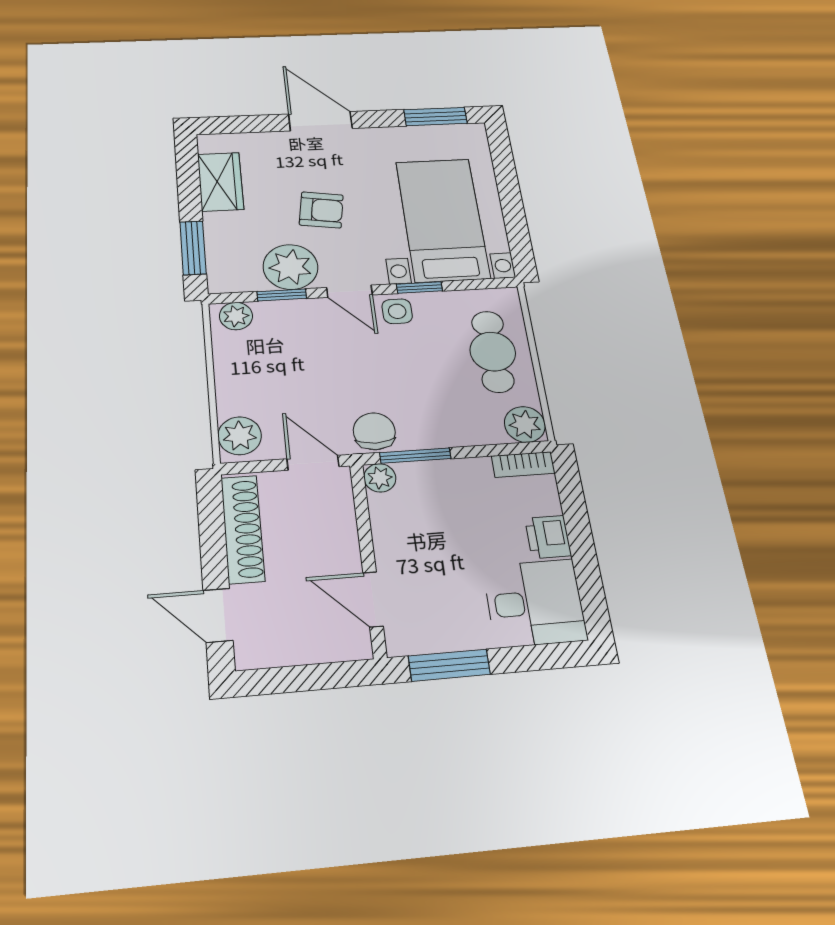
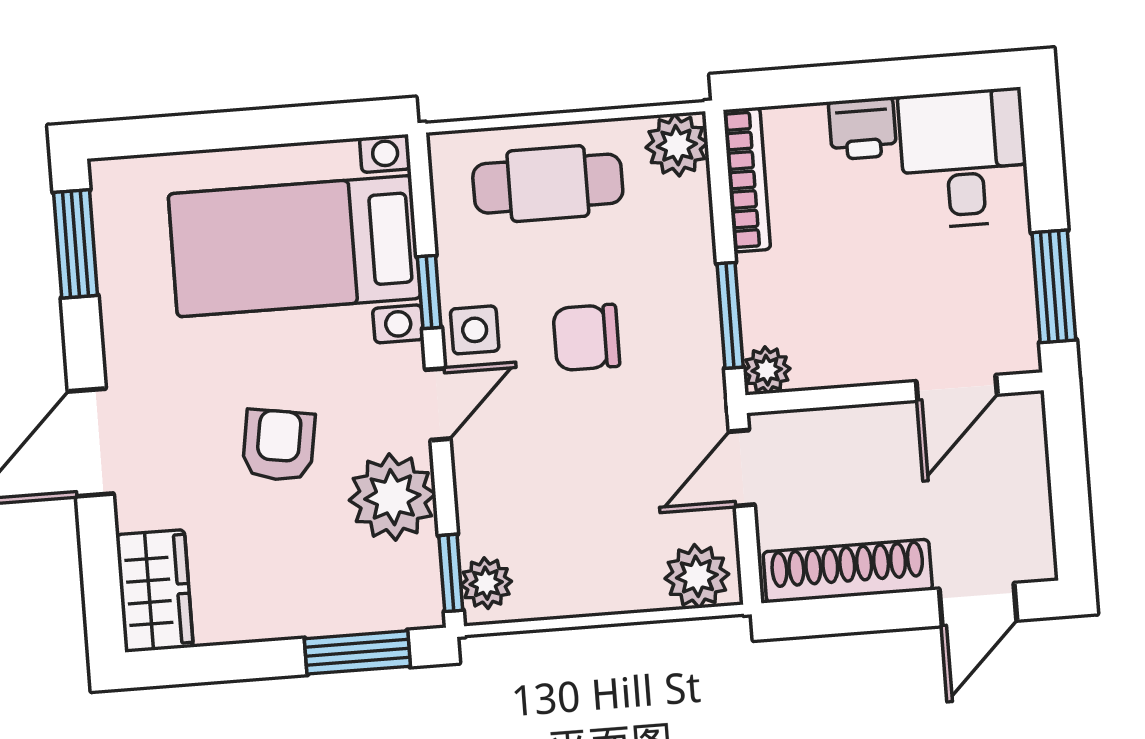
wardrobe: (220, 182) -> (155, 591), moved, turned 90
window: (282, 295) -> (451, 573), moved
chair: (374, 431) -> (586, 337), moved
bookcase: (523, 465) -> (747, 180), width x1.56

